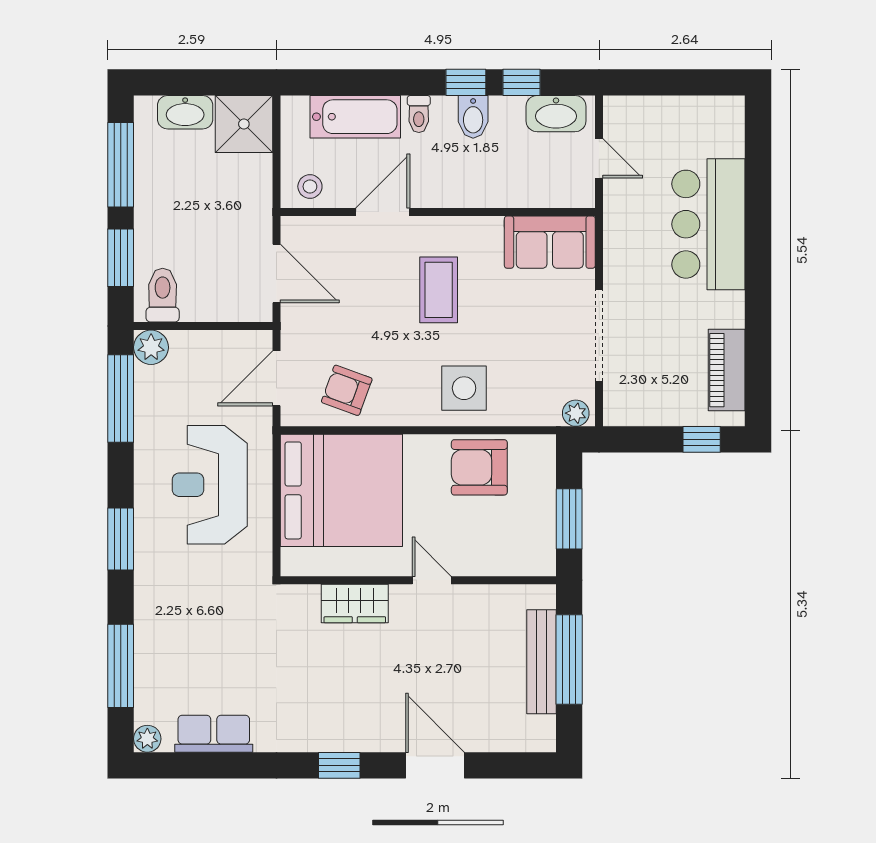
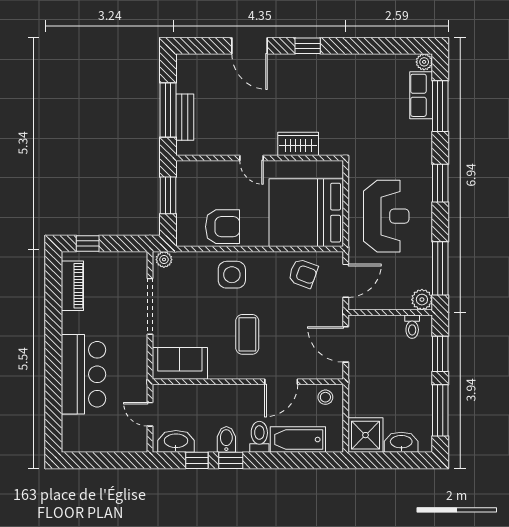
toilet: (419, 114) -> (259, 437), width x1.37, depth x1.39
toilet: (163, 295) -> (412, 327), width x0.73, depth x0.72
bench: (541, 662) -> (185, 117), width x0.73
row of seats: (214, 734) -> (421, 95), moved, turned 90

